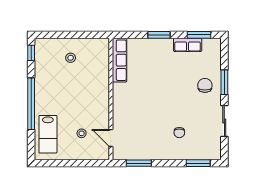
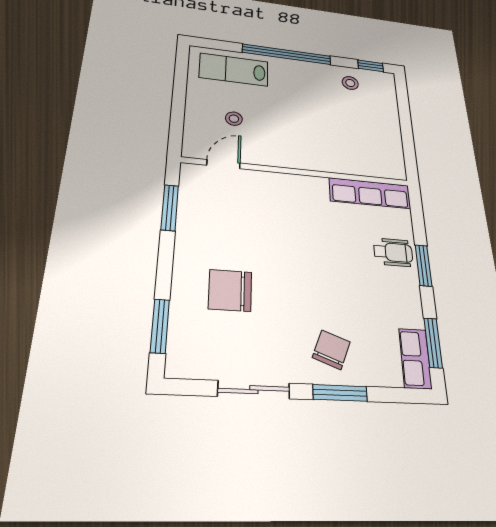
row of seats: (188, 45) -> (415, 358), moved
wheelchair: (153, 51) -> (393, 252), added
stool: (71, 58) -> (350, 83), moved
chair: (205, 85) -> (331, 350), turned -69
chair: (179, 133) -> (230, 290), width x1.87, depth x1.87

